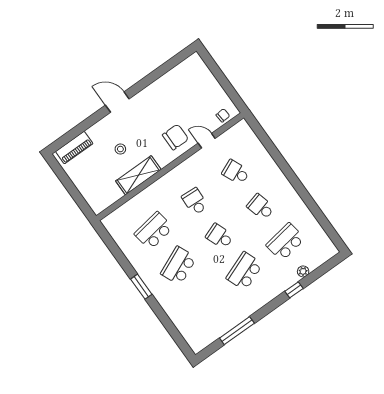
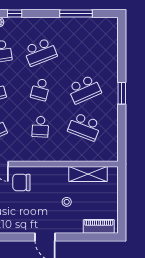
shelving: (138, 175) -> (88, 174), moved
school desk: (154, 231) -> (84, 127), turned 30
school desk: (220, 236) -> (40, 89), turned 36

